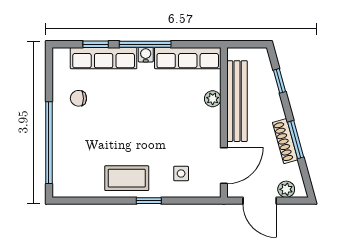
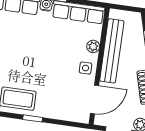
side table: (181, 174) -> (85, 68), moved

